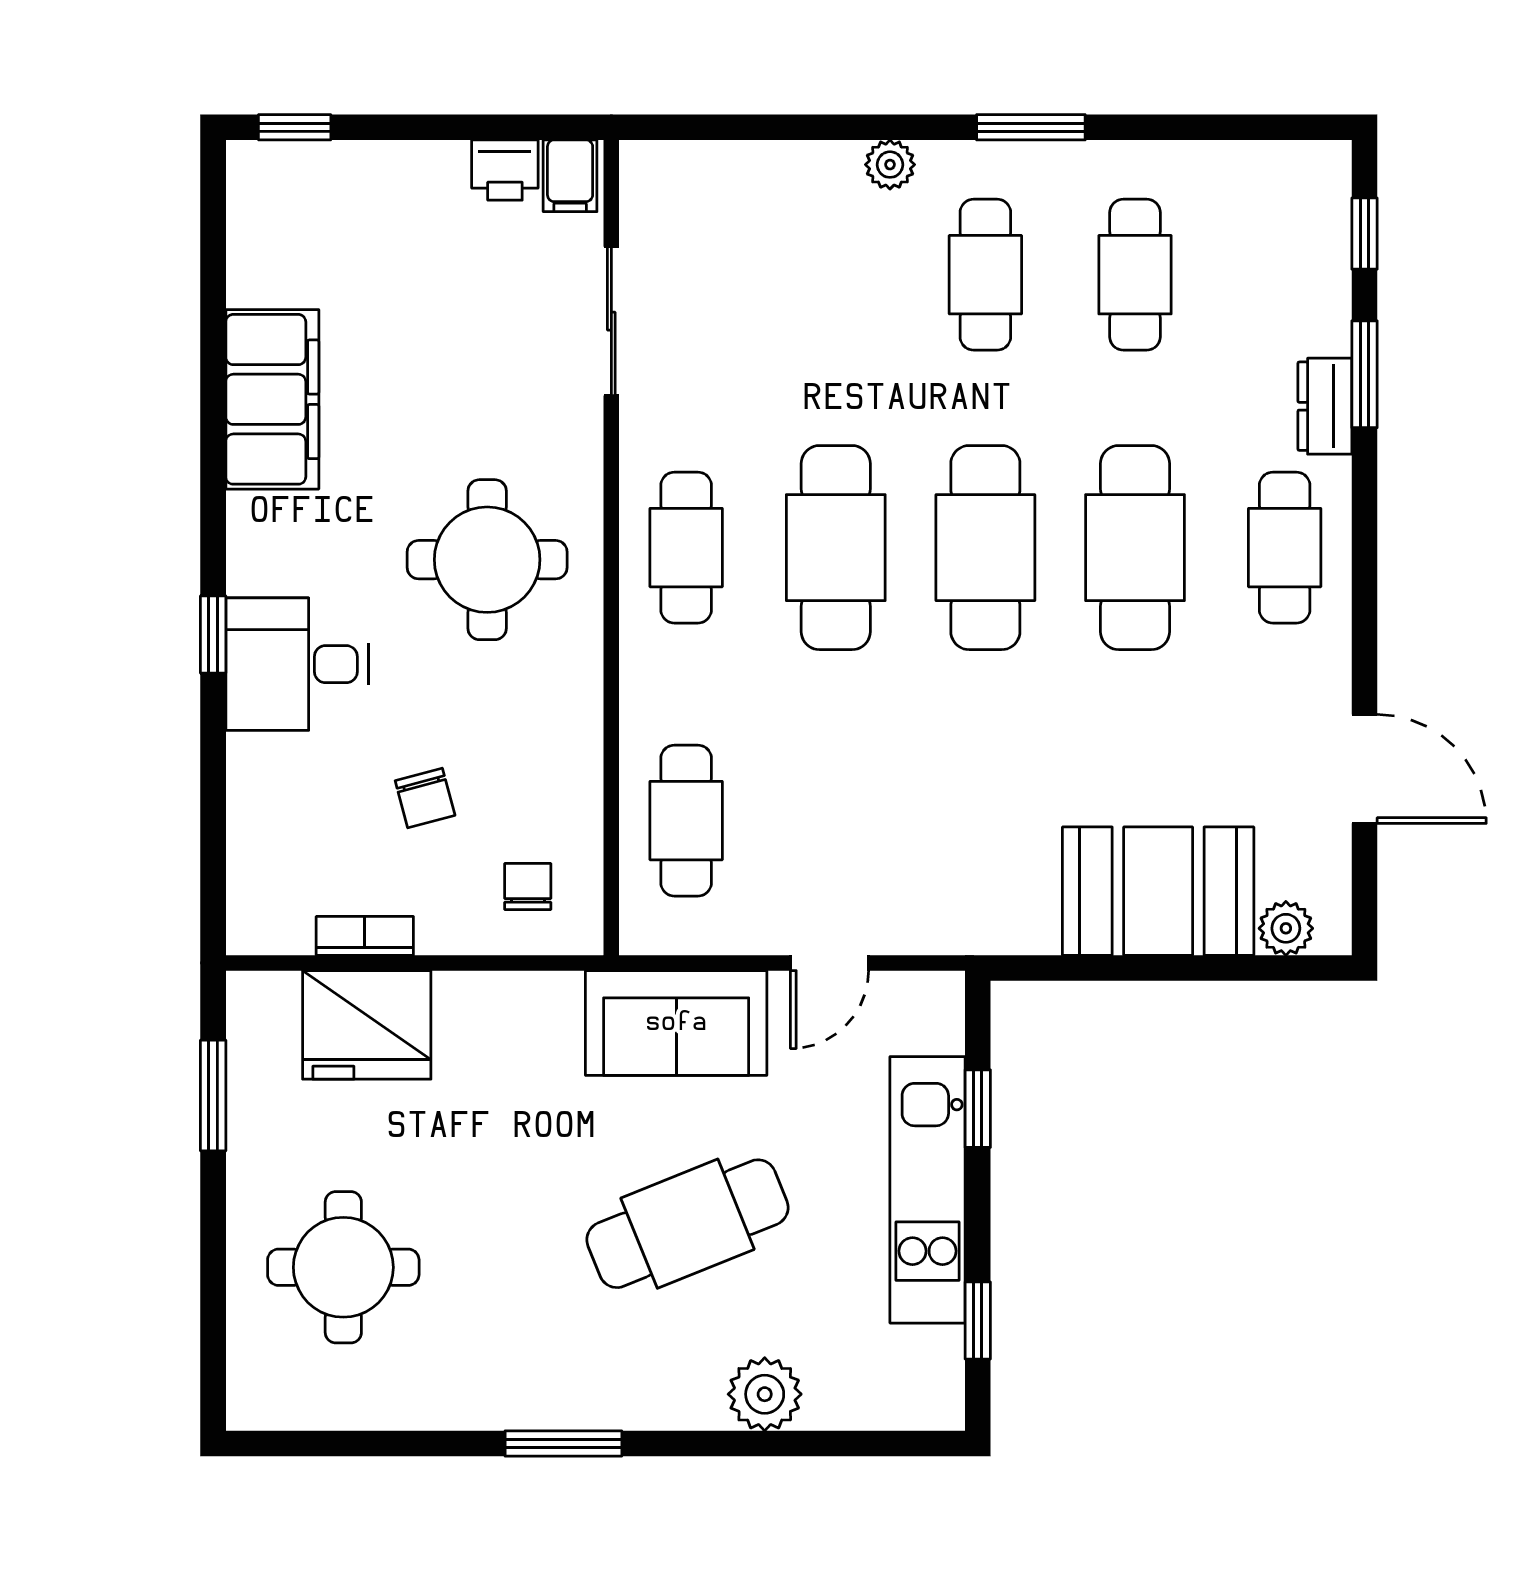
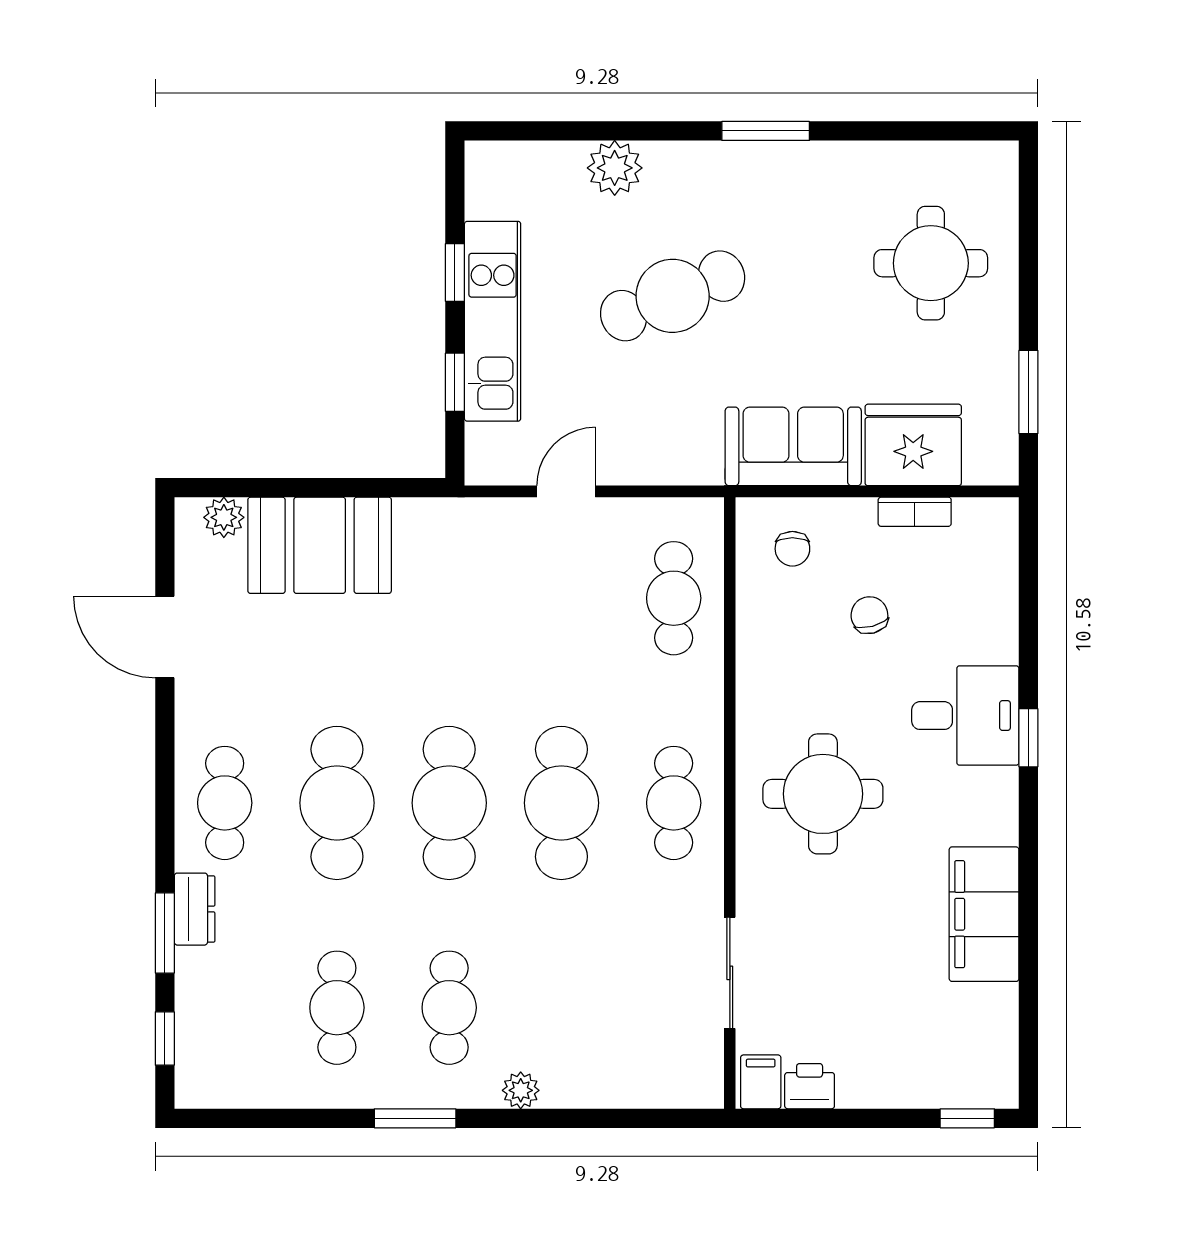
sofa: (676, 1023) -> (793, 446), moved
window: (978, 1320) -> (455, 272), moved

